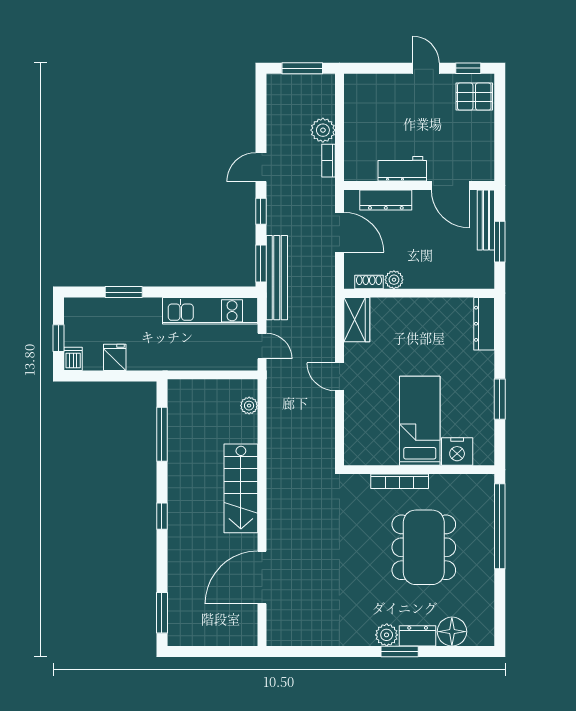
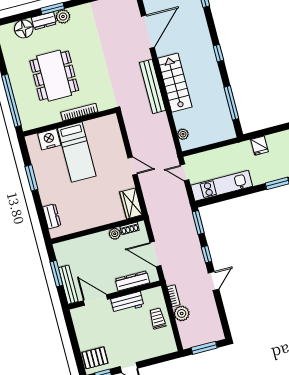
trolley: (362, 132) -> (157, 318), added
bench: (277, 278) -> (153, 86), moved
dresser: (484, 324) -> (52, 216), width x0.70
fridge: (115, 357) -> (259, 146), moved

